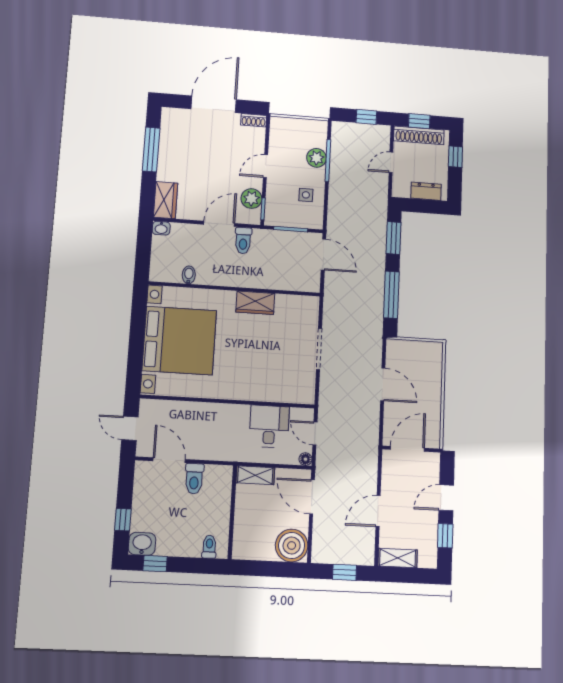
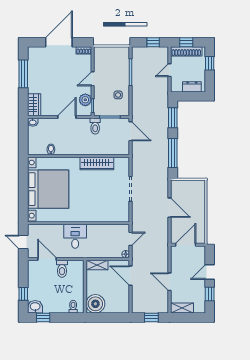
plant: (317, 158) -> (123, 71), removed
toilet: (243, 240) -> (95, 126), moved
wardrobe: (255, 303) -> (97, 164), width x1.50
desk: (269, 426) -> (75, 236), moved
door: (315, 433) -> (131, 239), swing flipped
door: (378, 511) -> (170, 282), hinge flipped
boiler: (292, 546) -> (95, 304), moved

